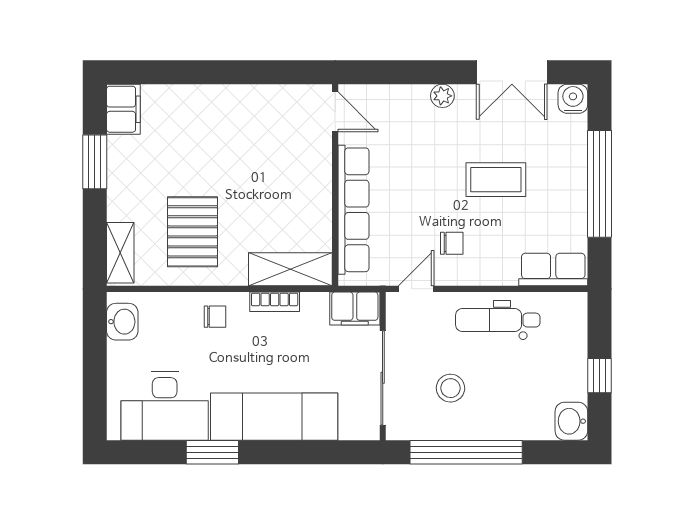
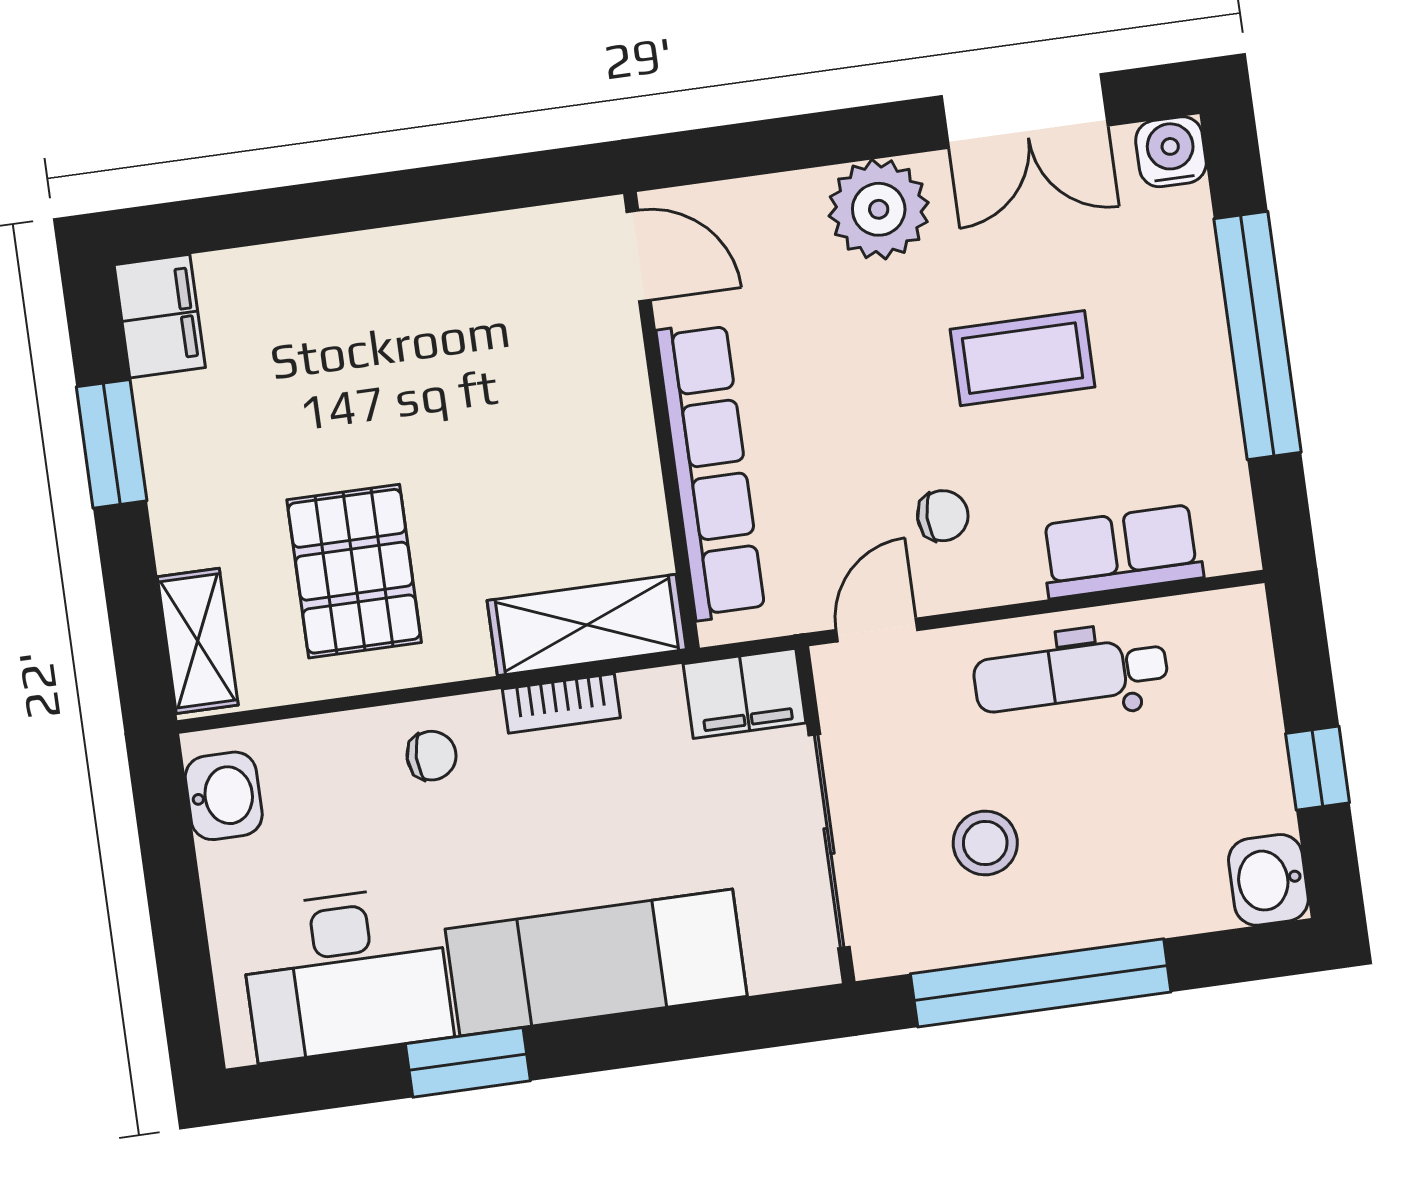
plant: (442, 96) -> (879, 209), width x1.87, depth x1.87
row of seats: (553, 270) -> (1122, 551), moved

